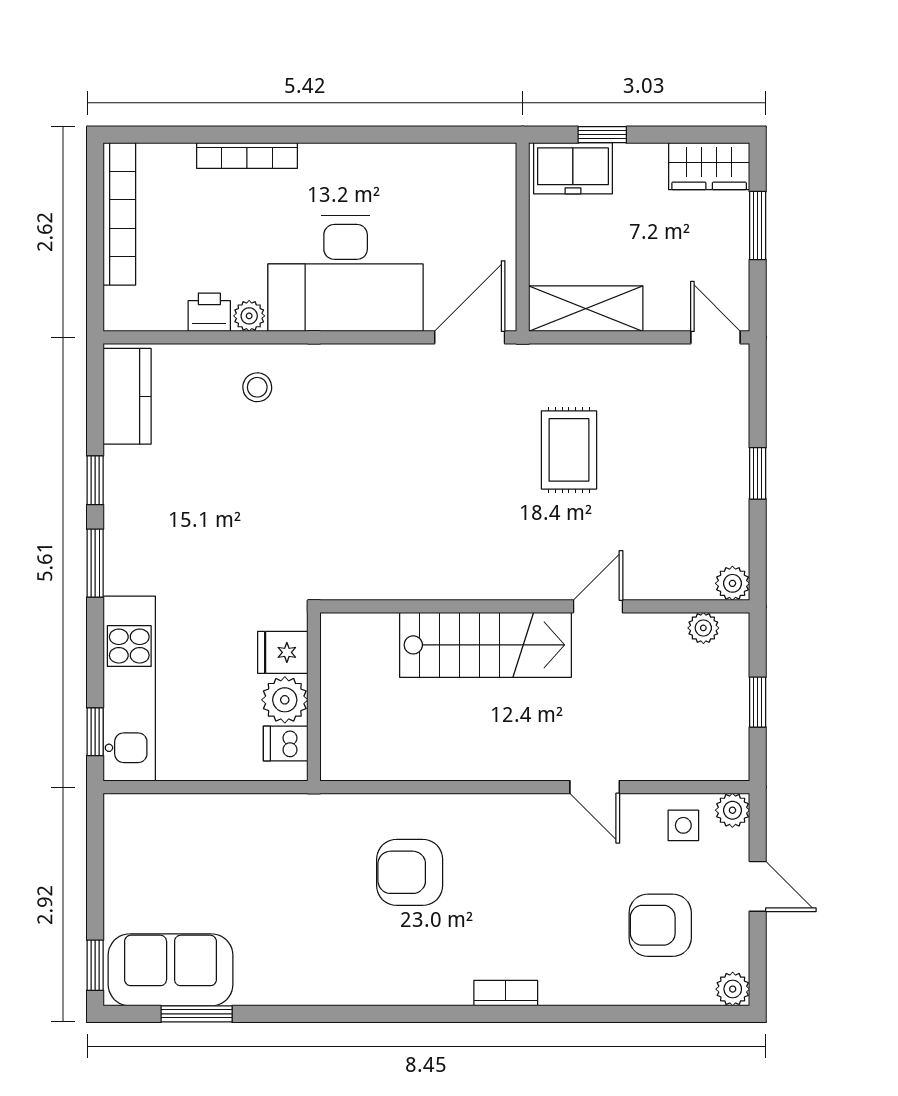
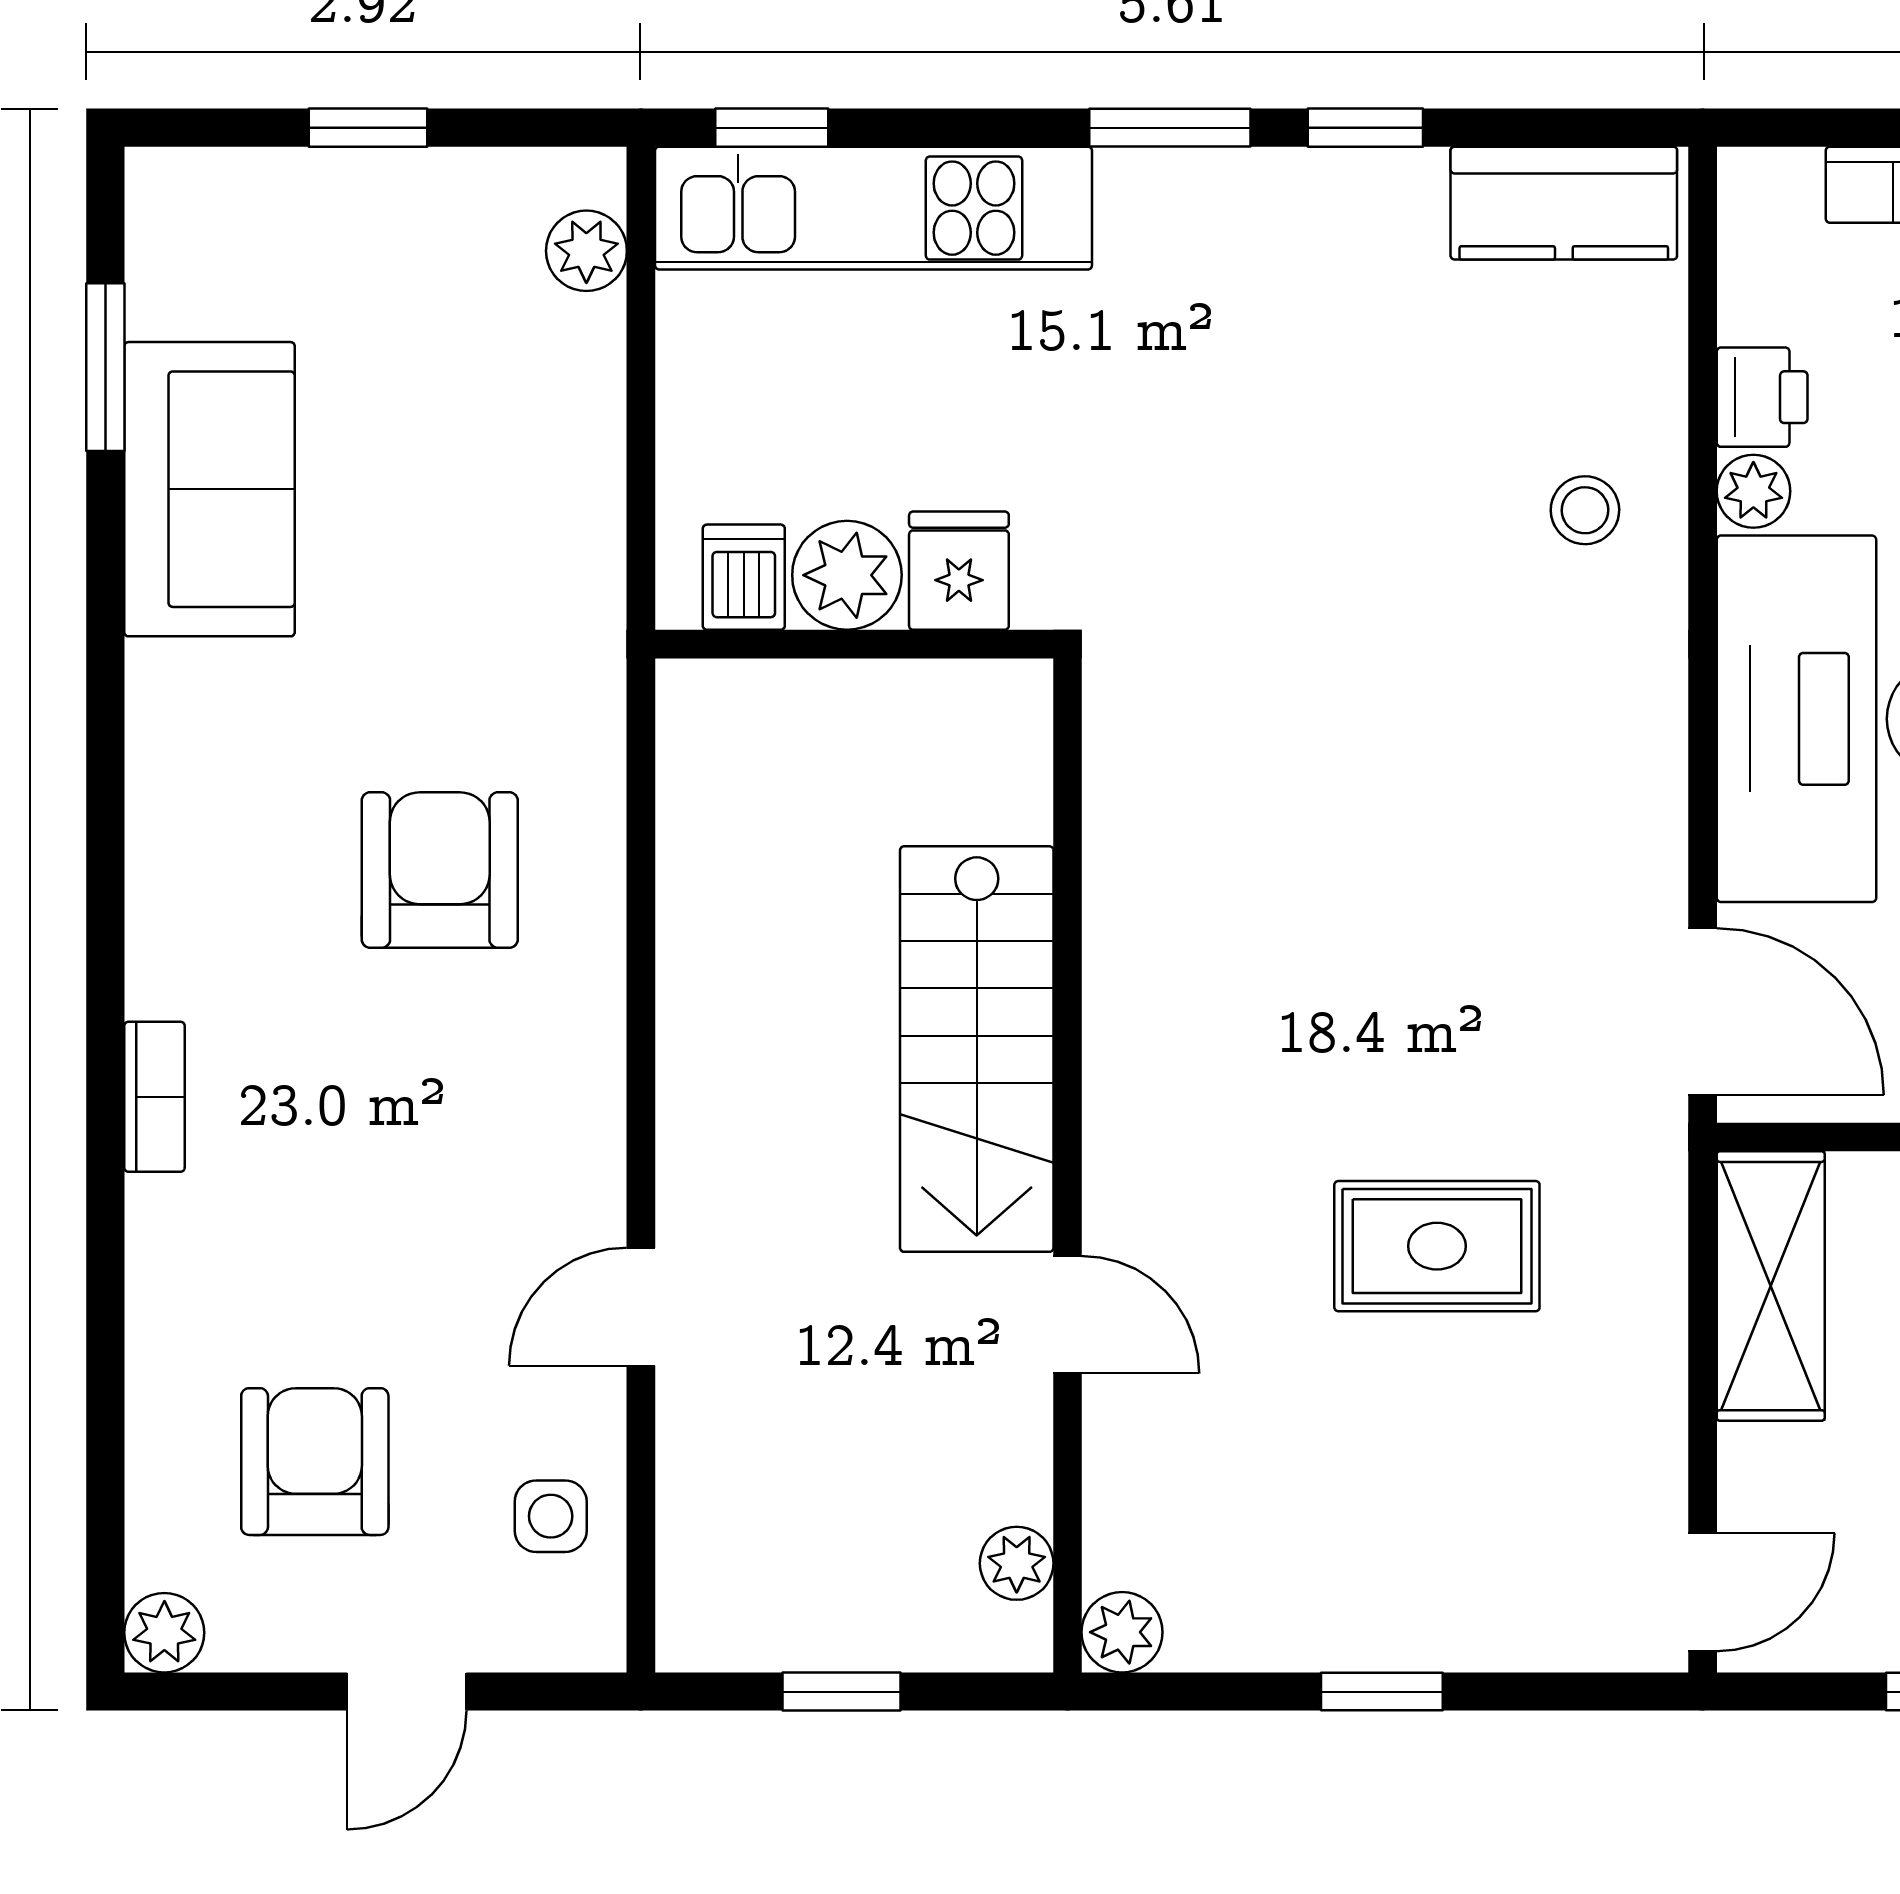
plant: (732, 810) -> (586, 251), moved
window: (95, 965) -> (368, 128), moved
sofa: (171, 970) -> (210, 489), moved

